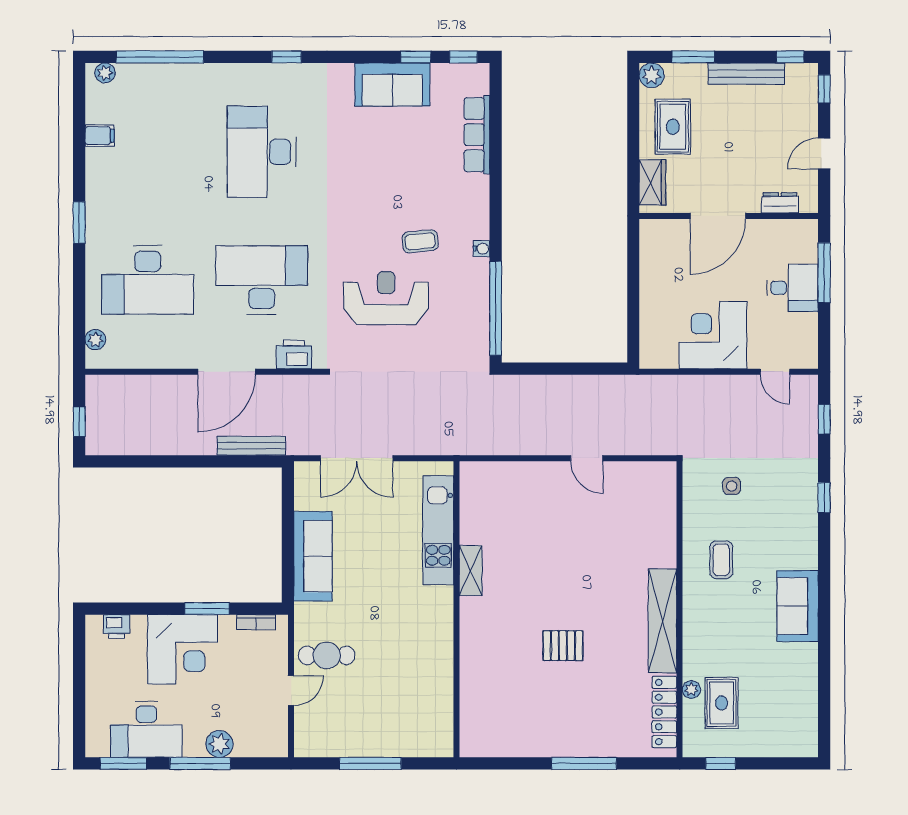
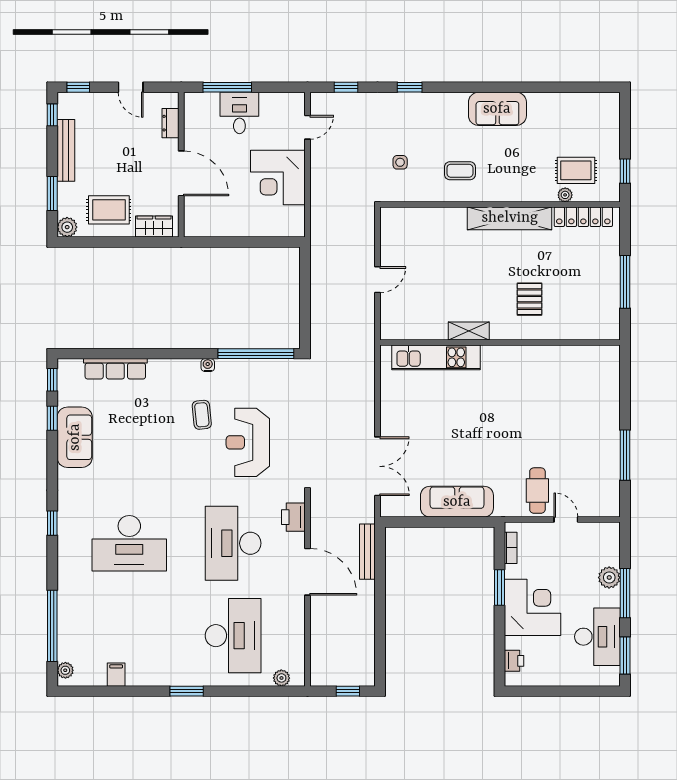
kitchen unit: (438, 530) -> (436, 357), moved
shelving: (471, 571) -> (469, 331), moved
wall: (456, 609) -> (500, 343), moved

